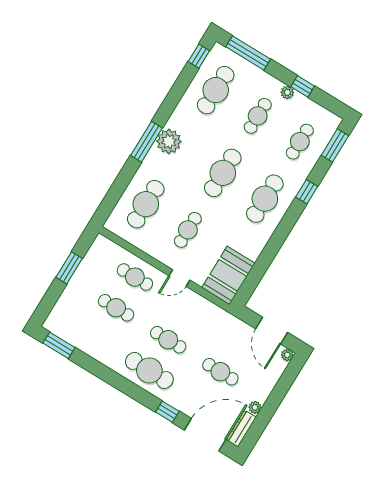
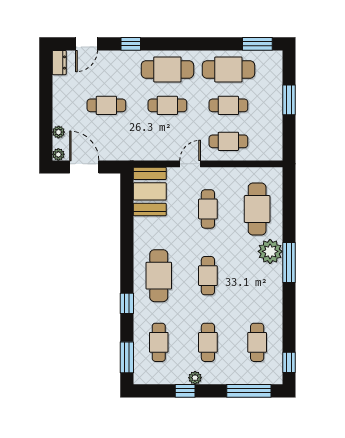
cafe table: (216, 90) -> (257, 342), width x0.73, depth x0.74
plant: (169, 141) -> (270, 251), moved
cafe table: (223, 173) -> (208, 276), width x0.73, depth x0.74
window: (69, 268) -> (289, 100), moved
cafe table: (97, 338) -> (228, 69), added
plant: (255, 407) -> (59, 132), moved
dresser: (241, 429) -> (59, 63), width x0.70
door: (205, 435) -> (87, 44), width x0.53

